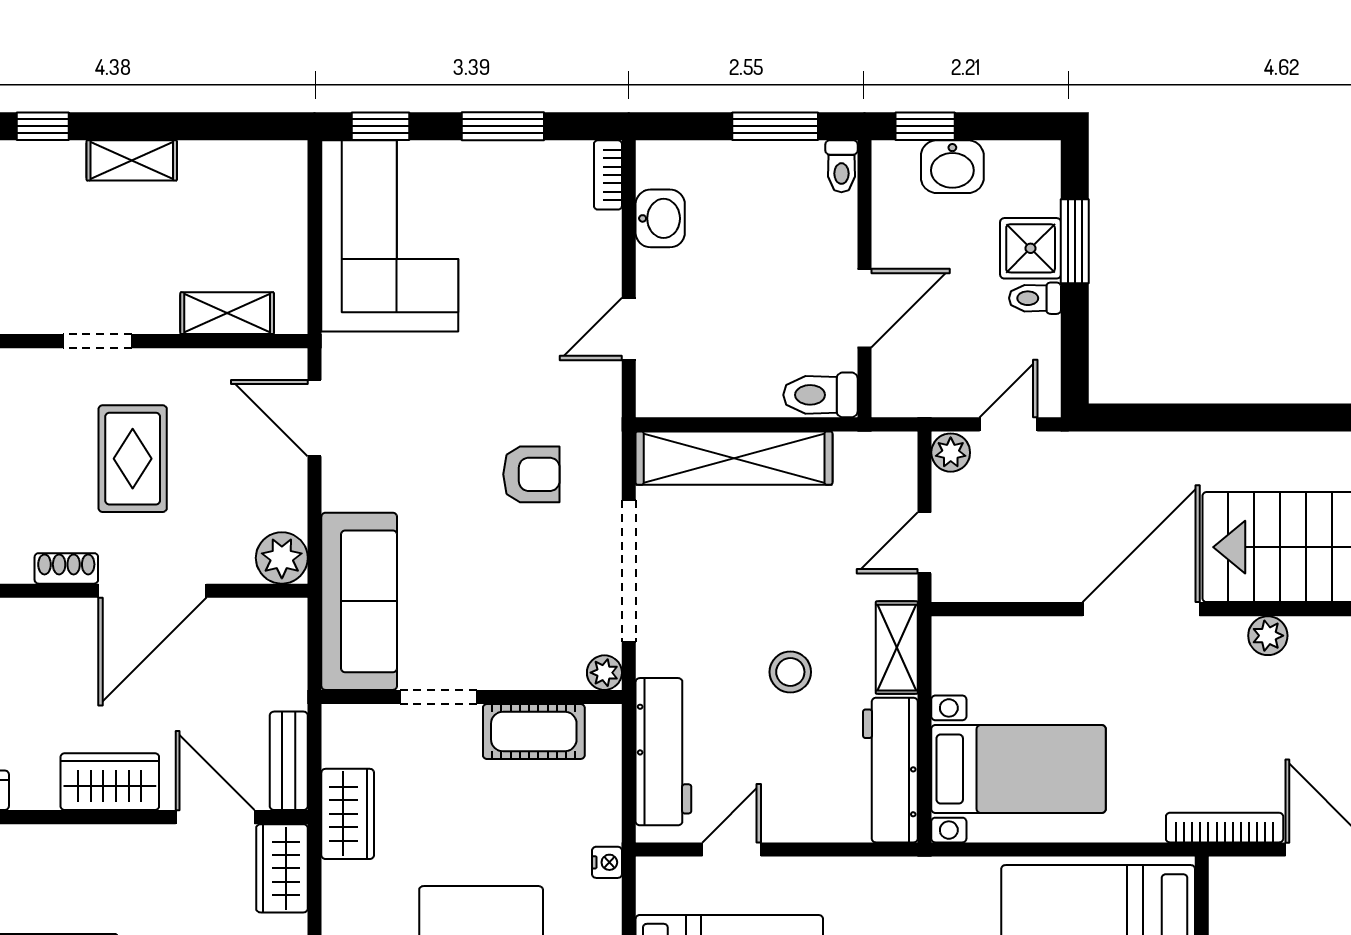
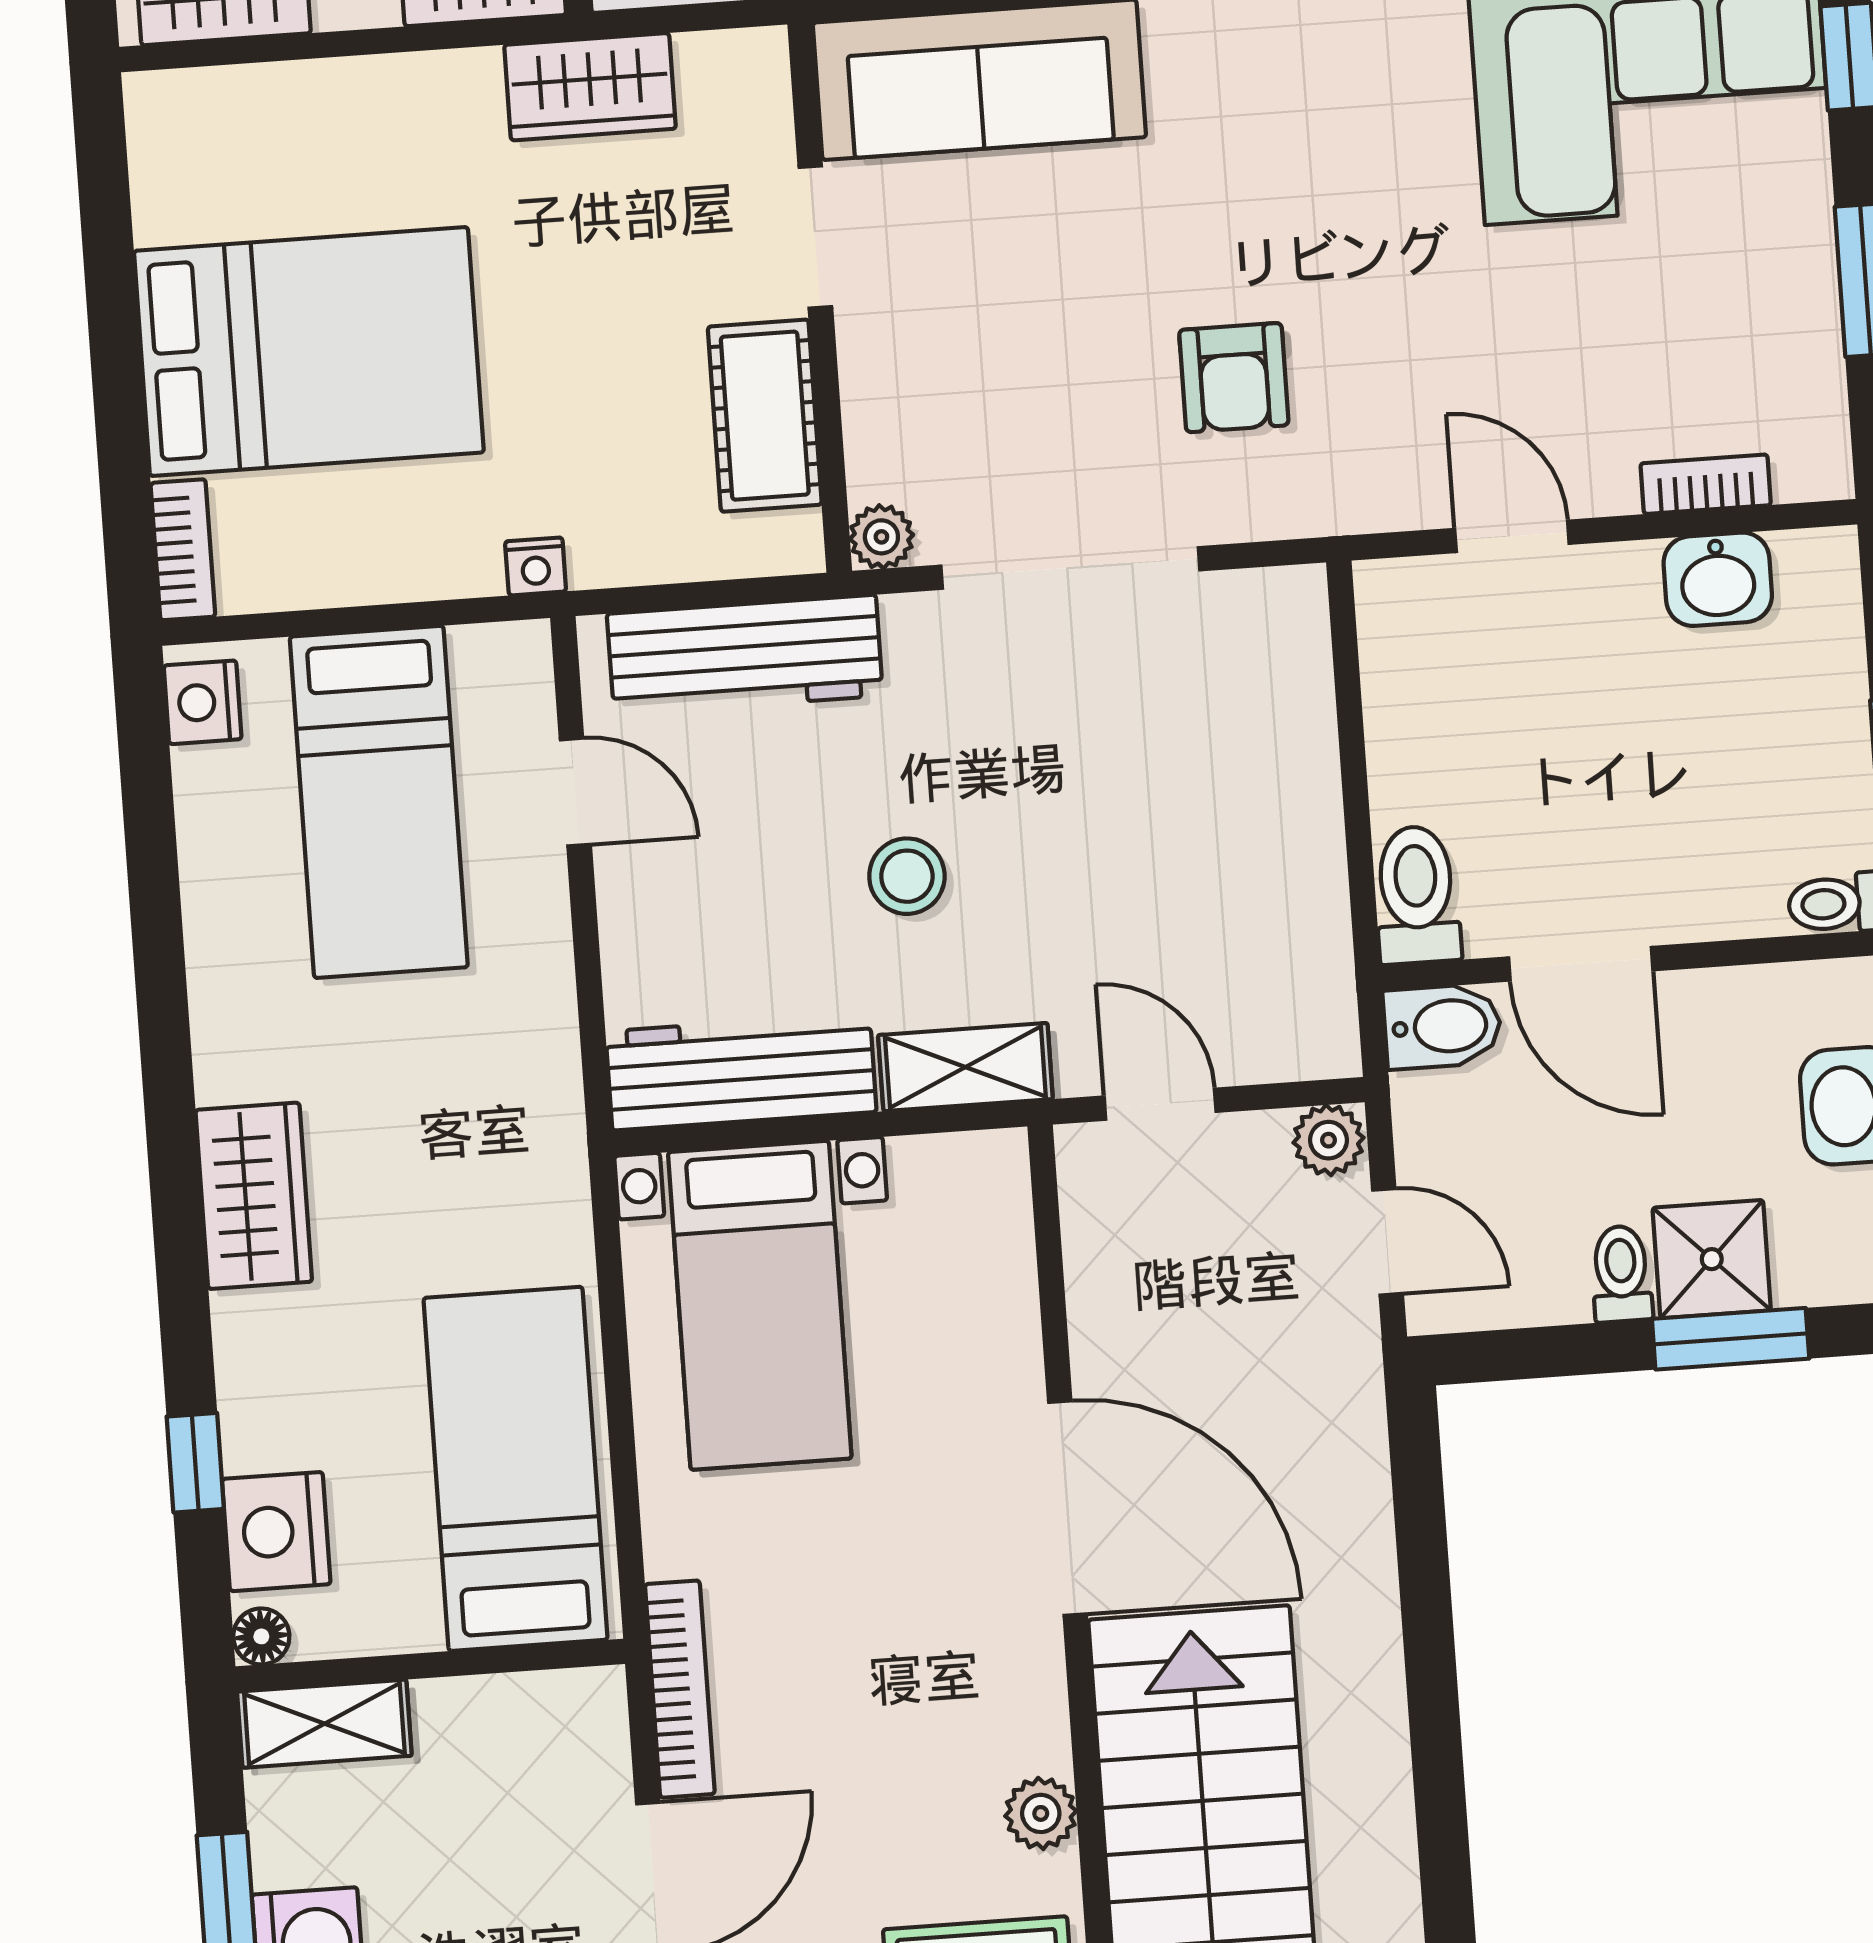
bookcase: (608, 175) -> (1706, 484), moved
bidet: (893, 386) -> (1443, 1026), added
shelving: (734, 458) -> (1290, 745), removed
plant: (1268, 636) -> (1041, 1813), moved

